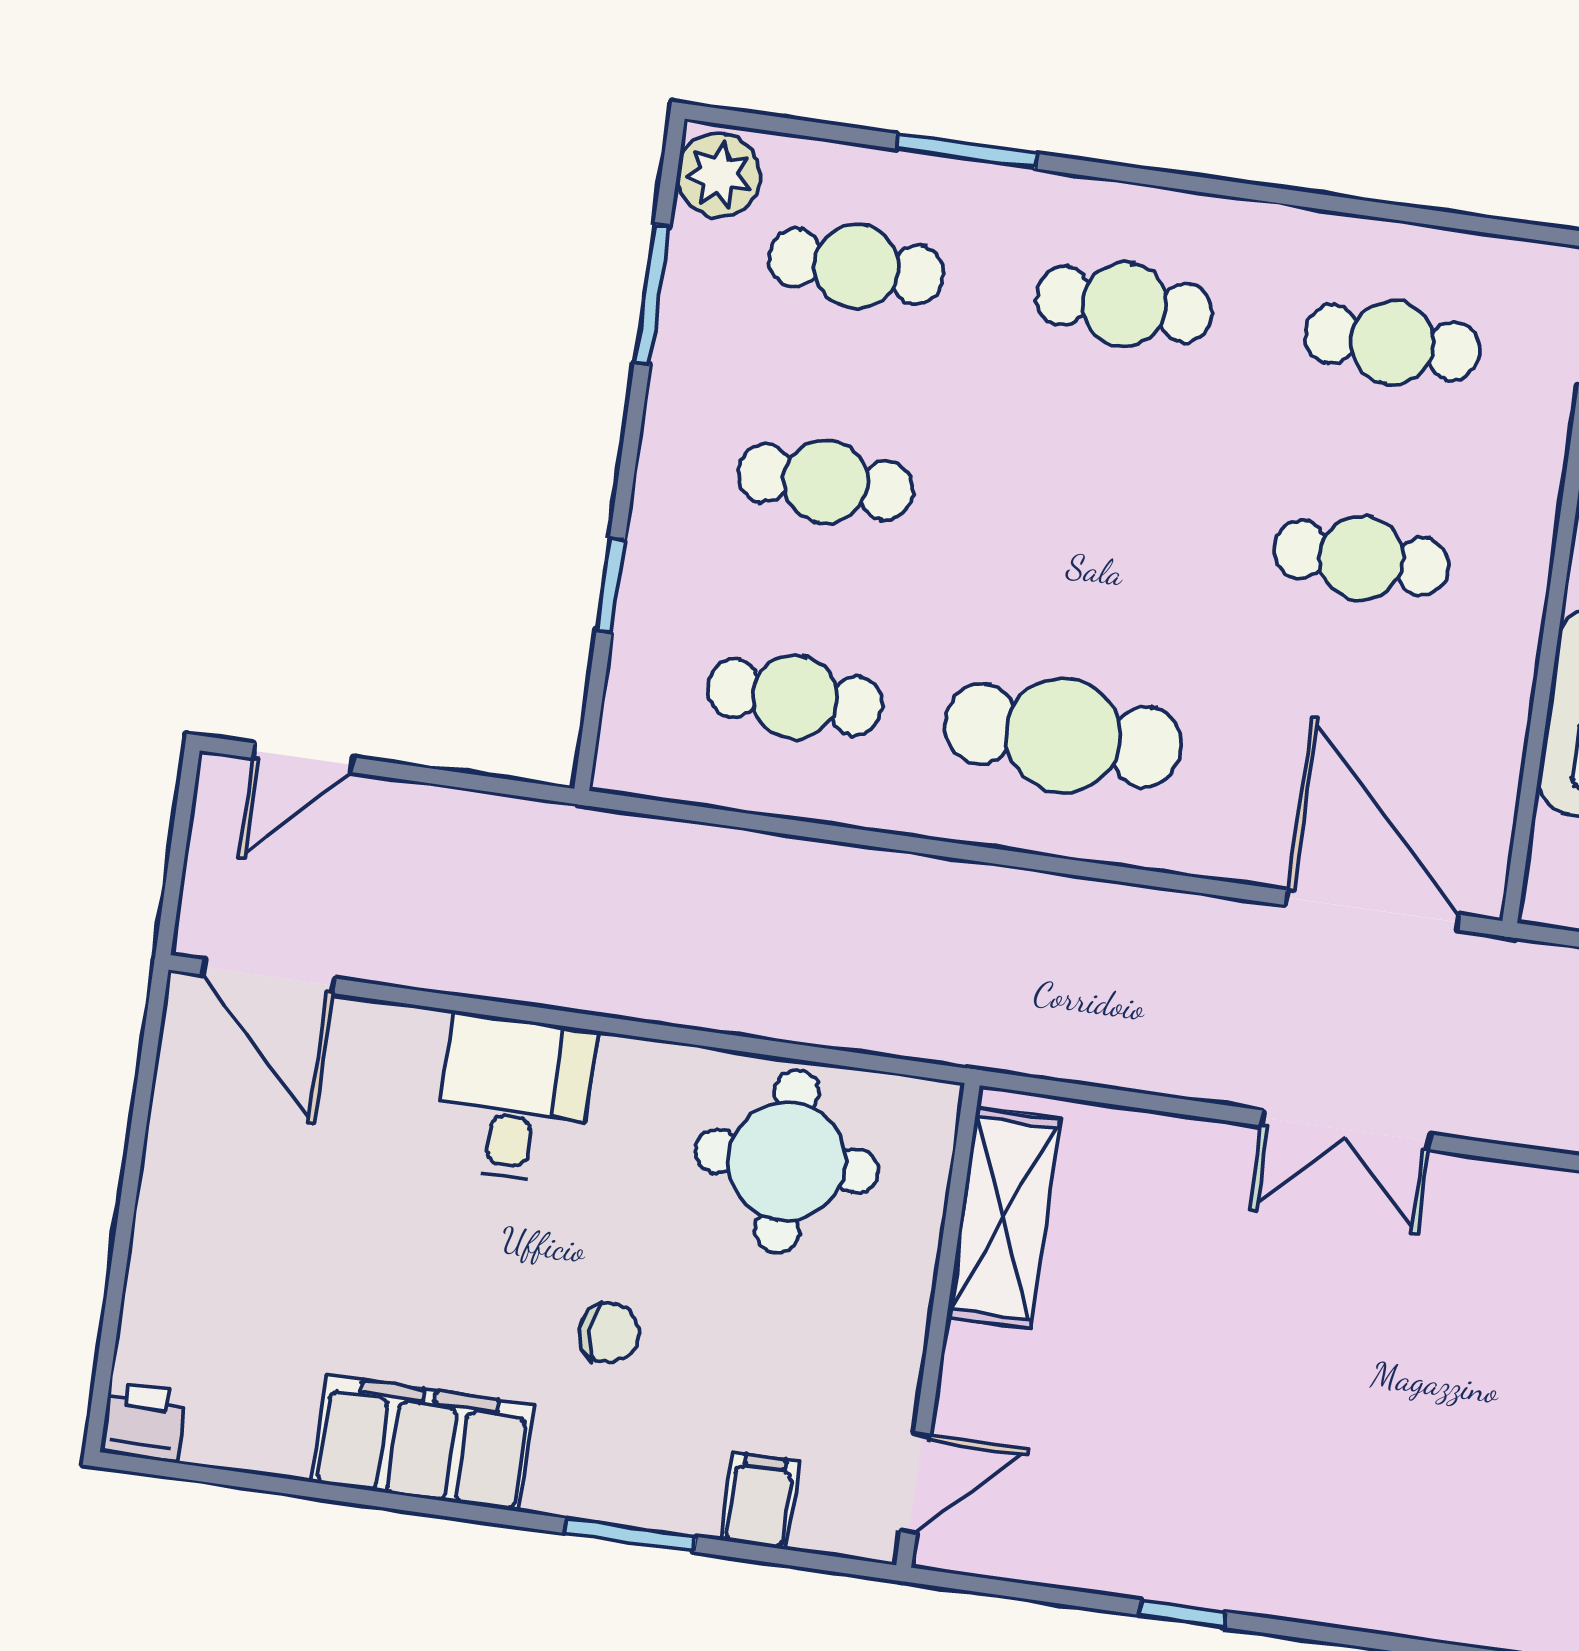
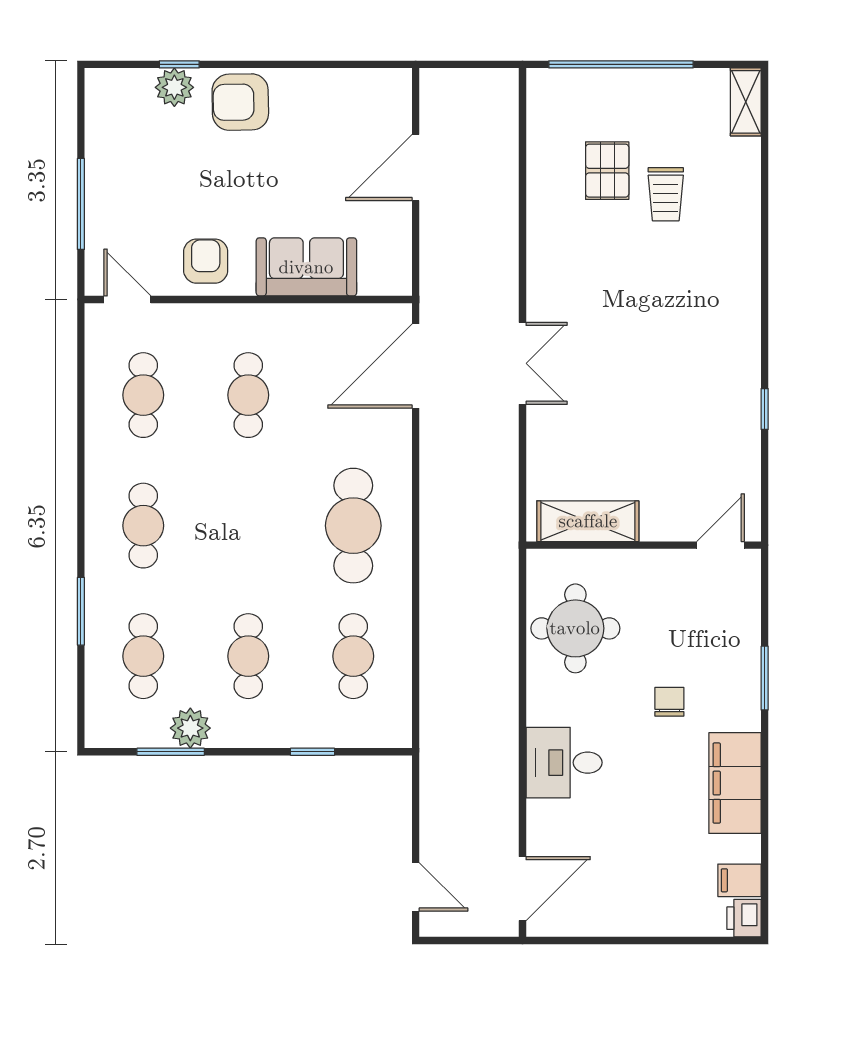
plant: (719, 175) -> (190, 728), moved
door: (915, 1483) -> (720, 545), hinge flipped
filing cabinet: (760, 1501) -> (739, 880), moved

